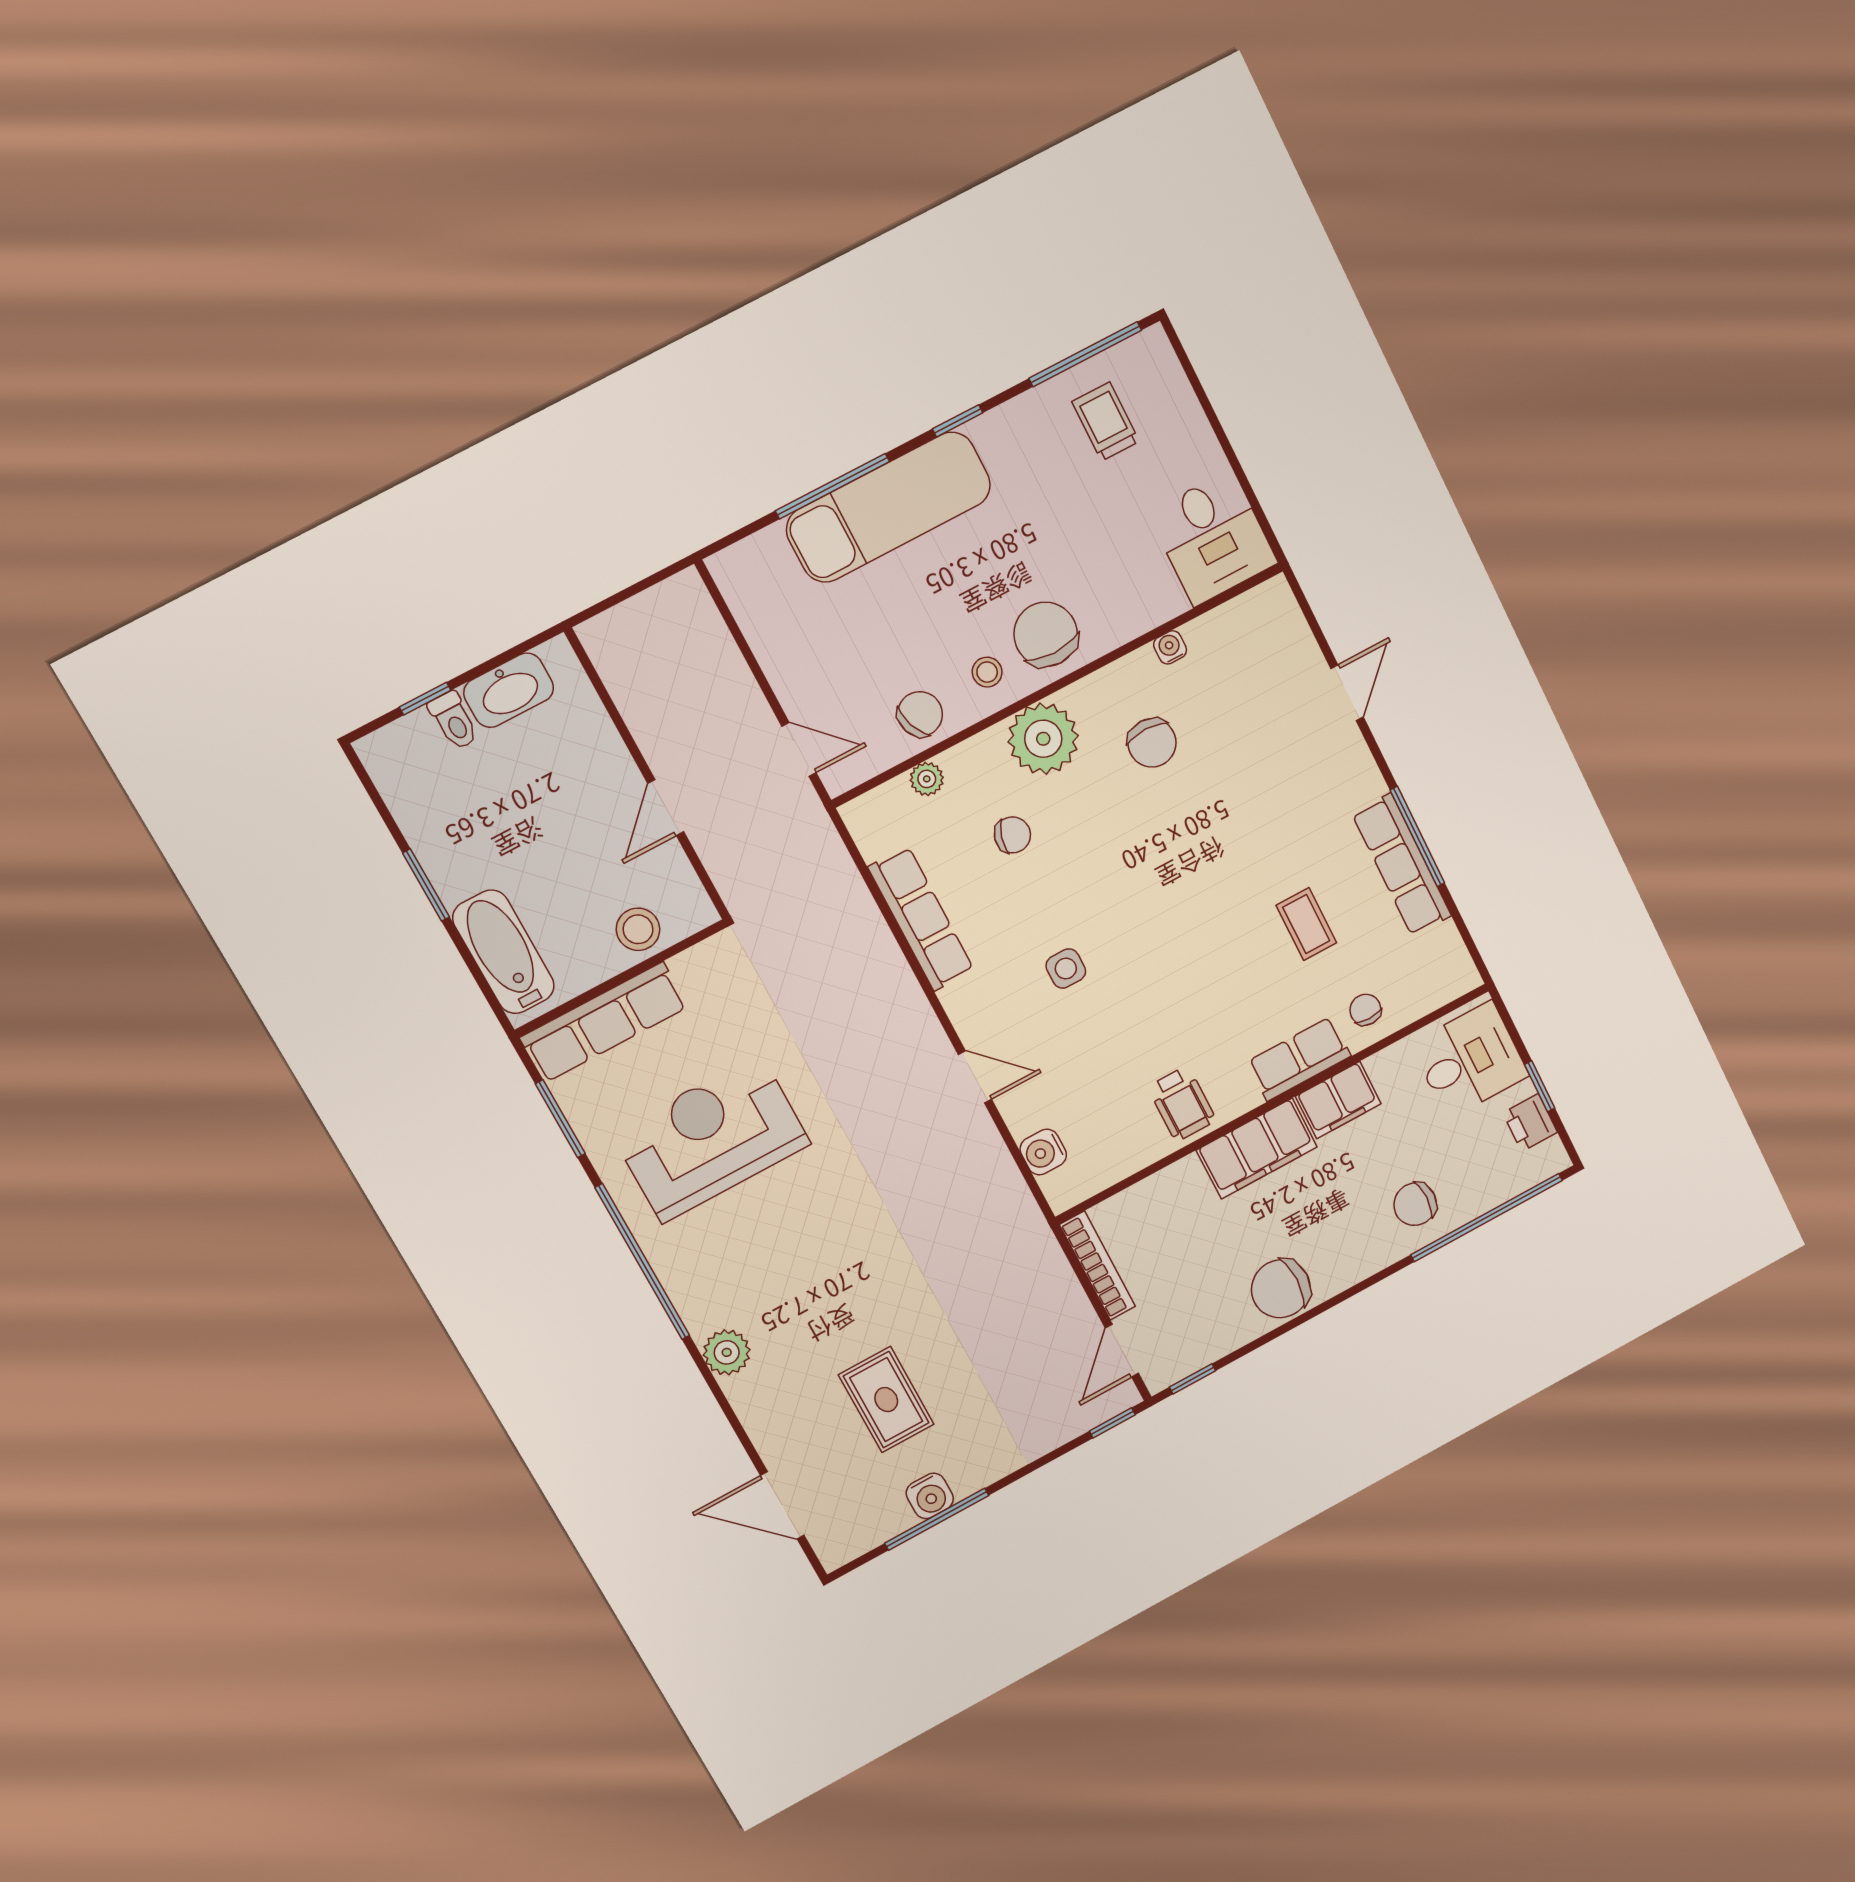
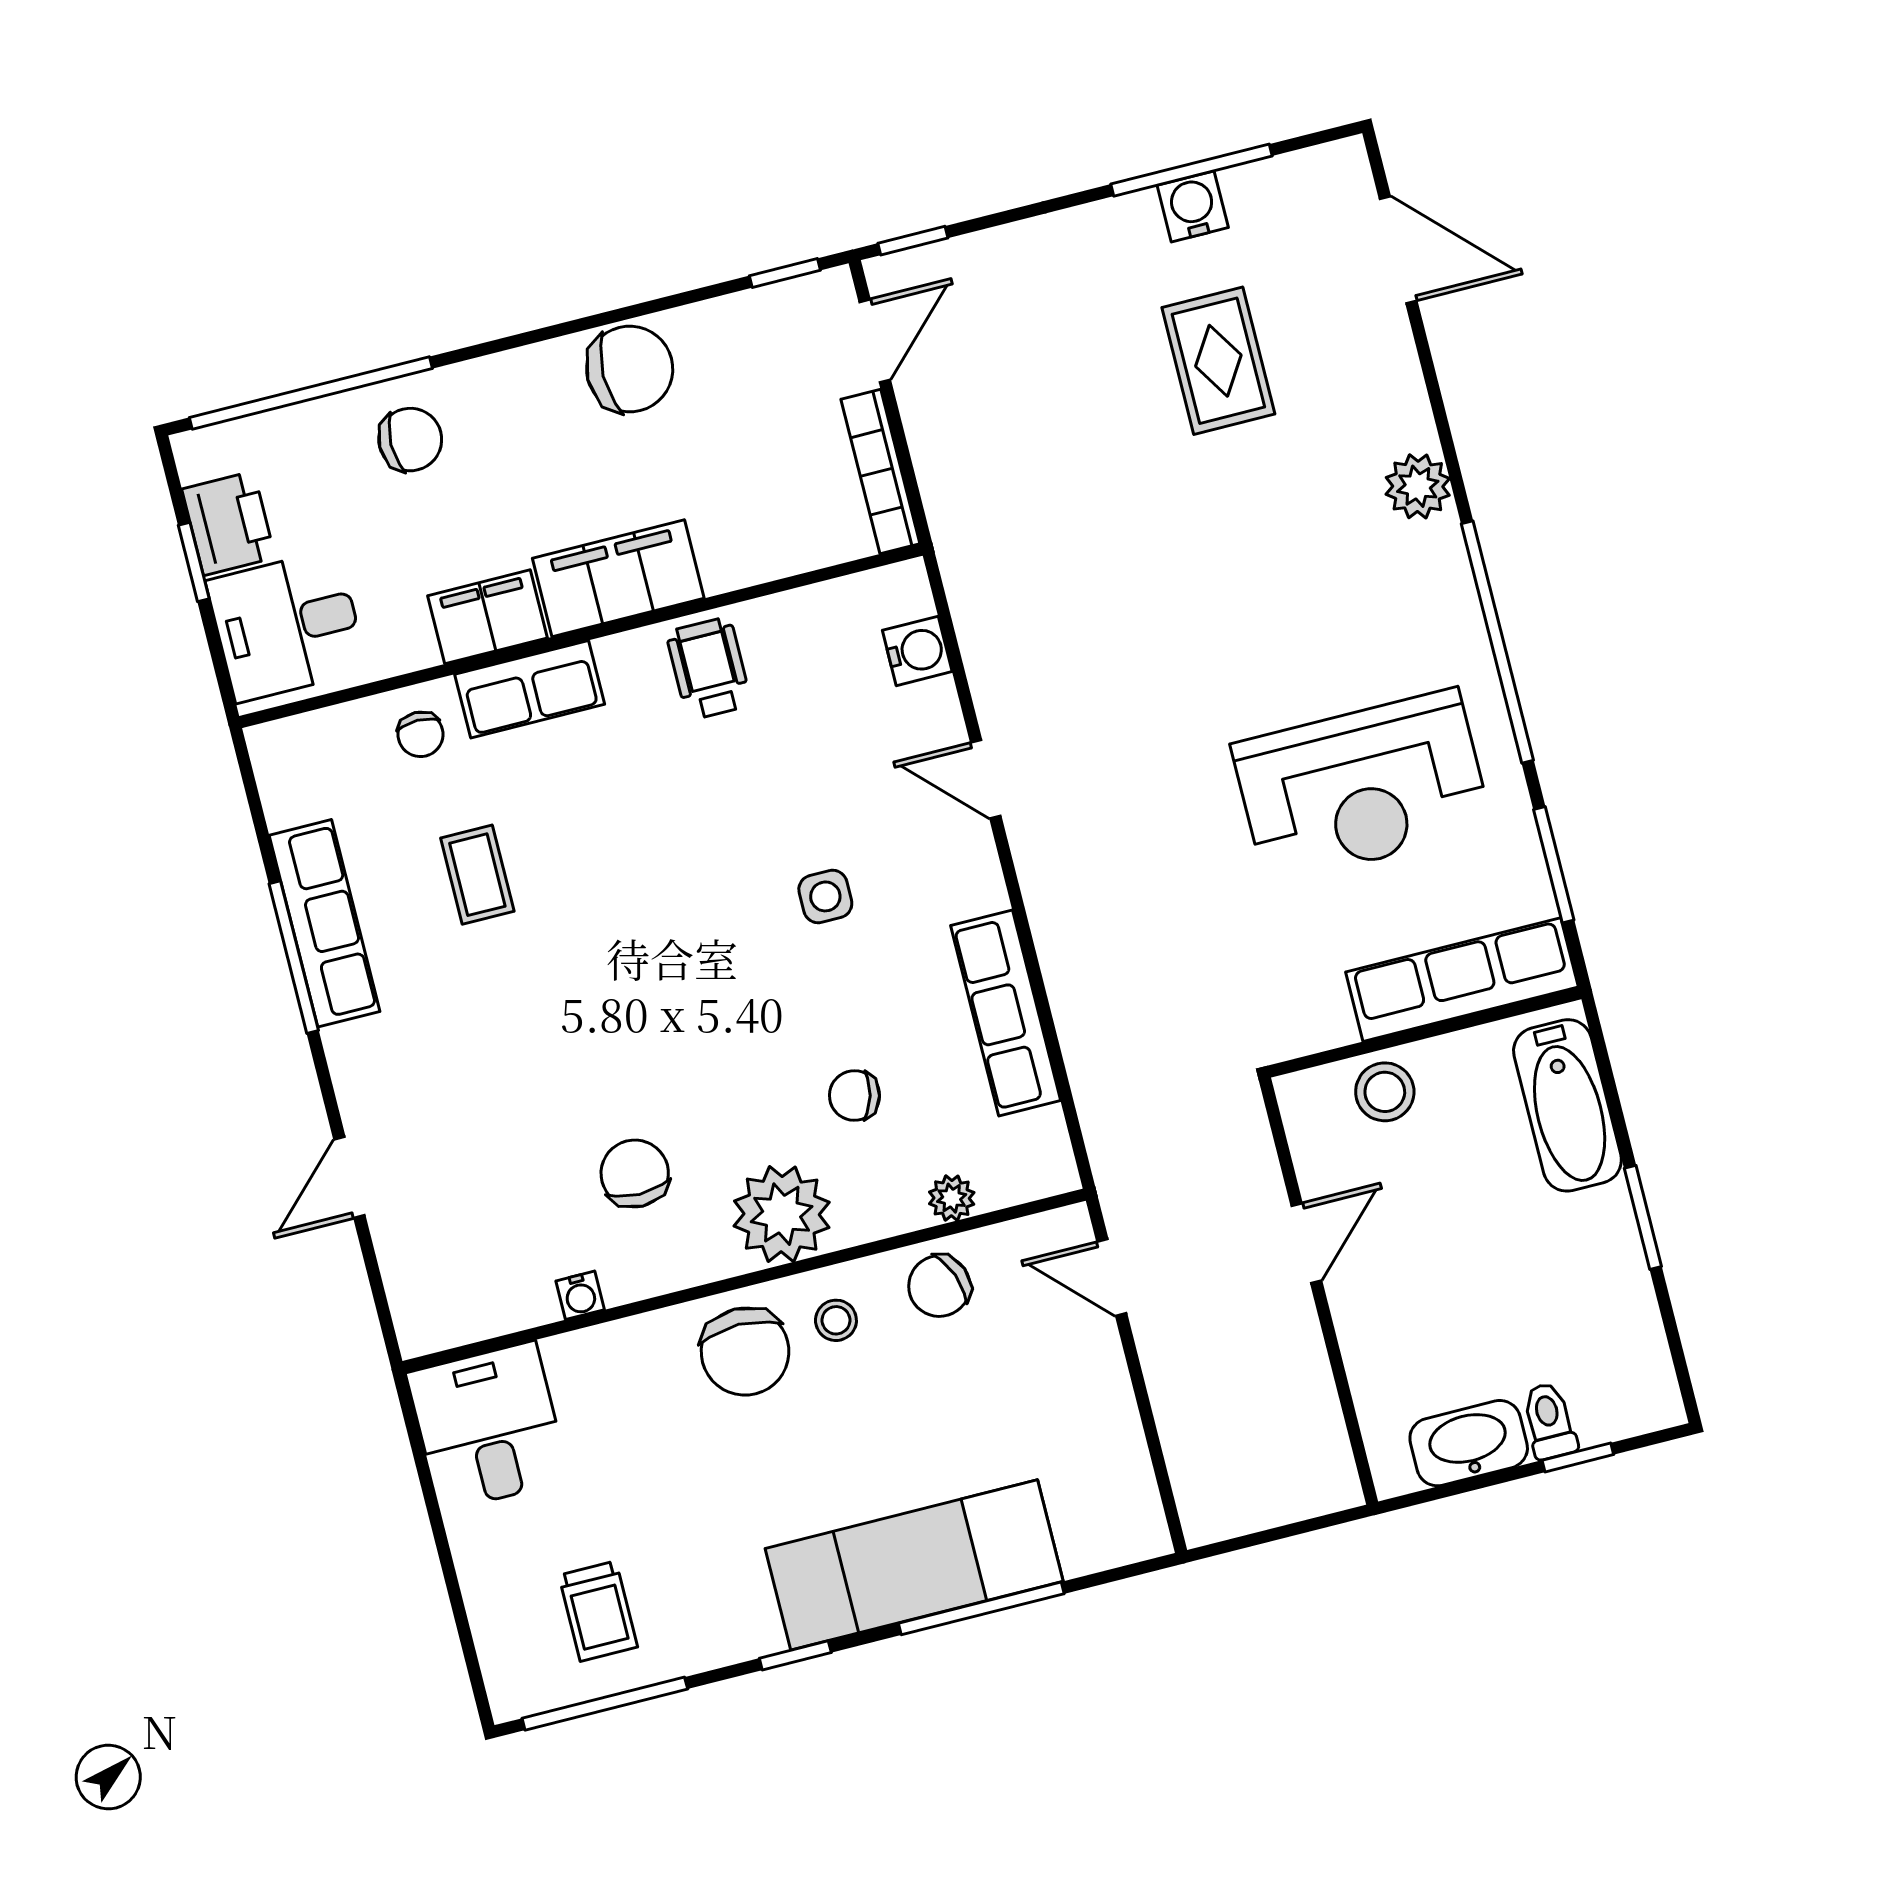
printer: (1530, 1123) -> (229, 523), width x1.36, depth x1.24

